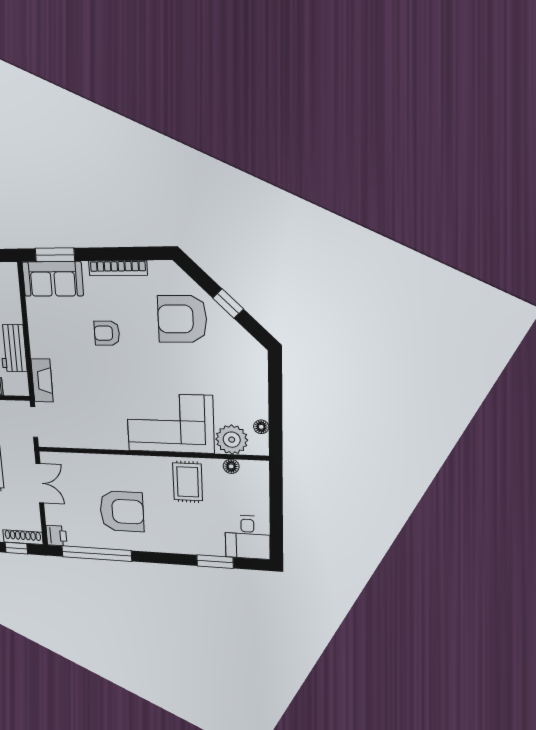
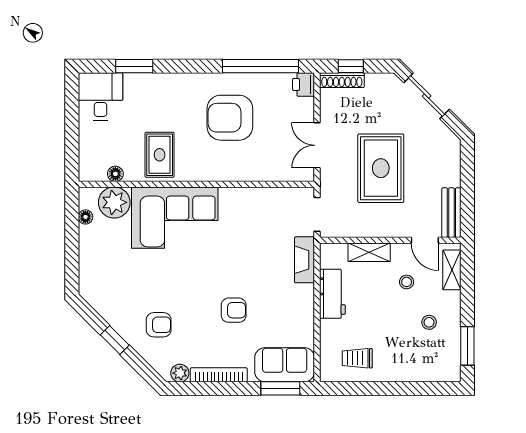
plant: (158, 269) -> (180, 373), added
armchair: (182, 319) -> (159, 325), width x0.53, depth x0.53

